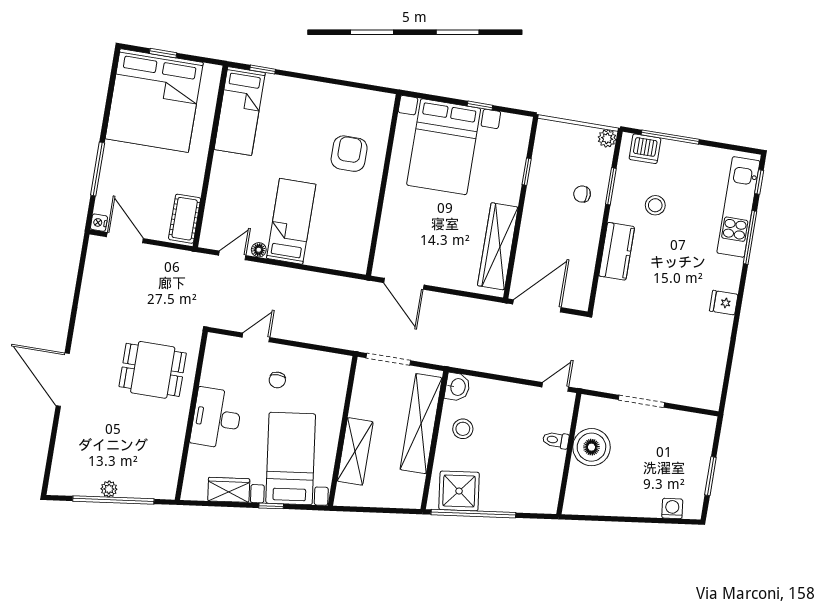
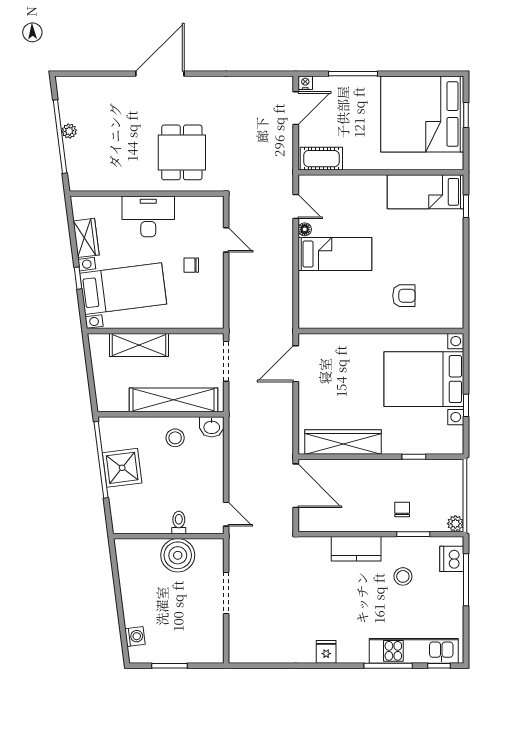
armchair: (349, 154) -> (404, 296), width x0.72, depth x0.72
shower: (459, 491) -> (122, 468), moved

